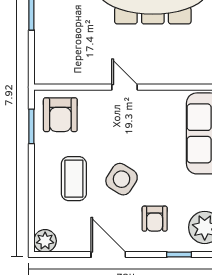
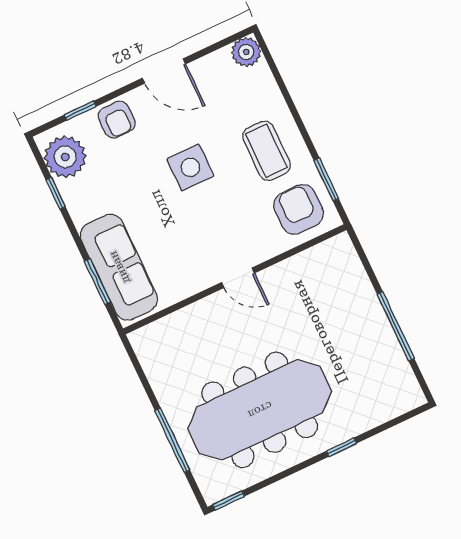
coffee table: (74, 179) -> (266, 151), moved
side table: (122, 179) -> (190, 167), turned -32
armchair: (155, 219) -> (117, 120), moved, turned 180

